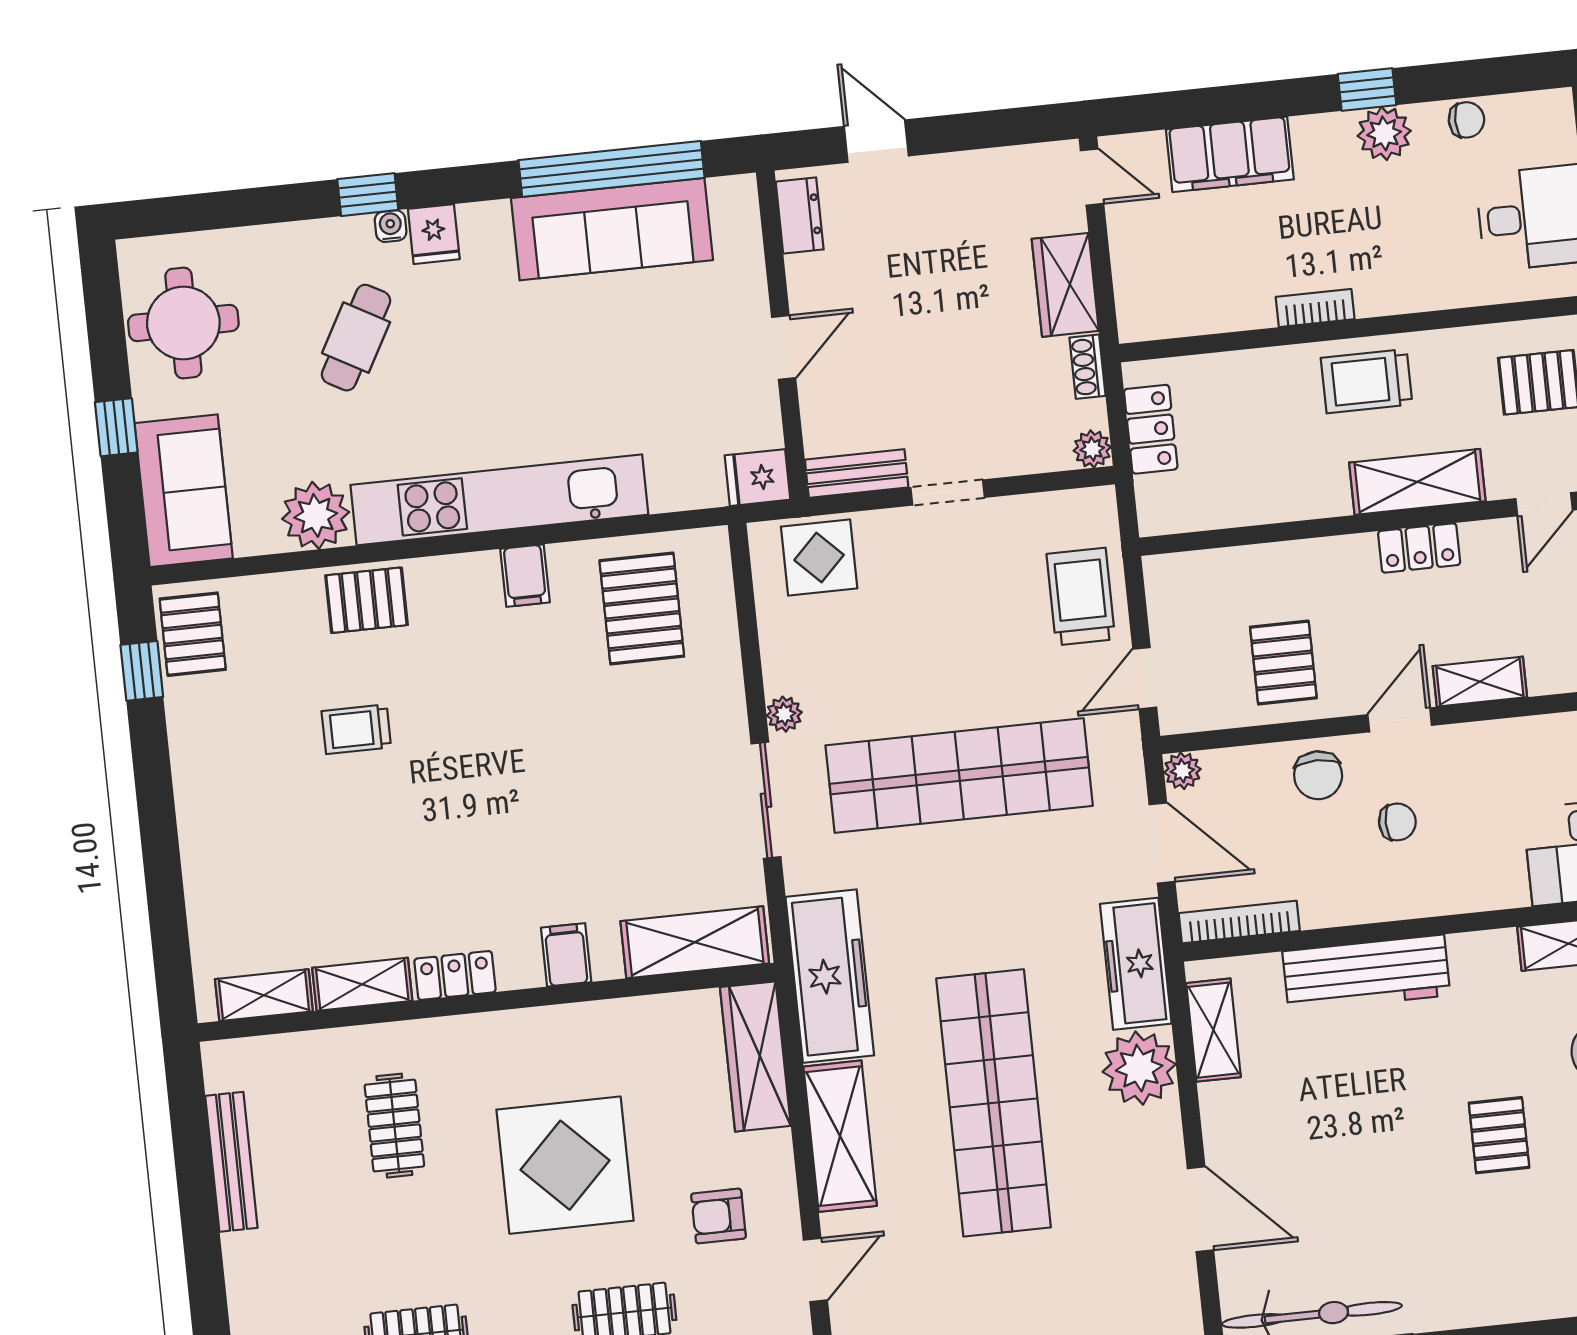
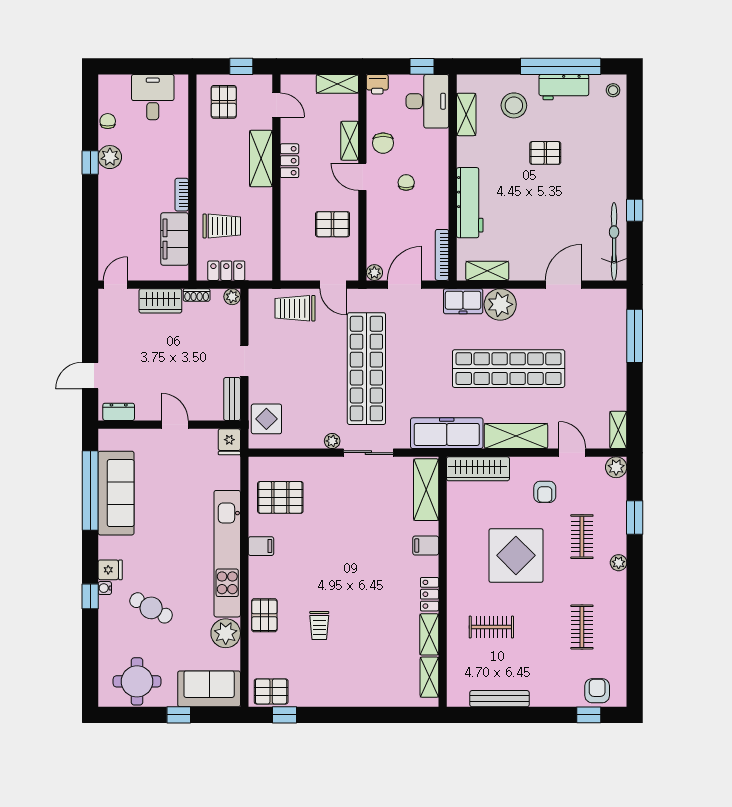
filing cabinet: (1230, 154) -> (175, 239), moved, turned 180
trolley: (1367, 381) -> (222, 226), moved, turned -90
chair: (1318, 775) -> (383, 143), moved, turned 90
freezer: (1136, 964) -> (463, 301), width x0.71

